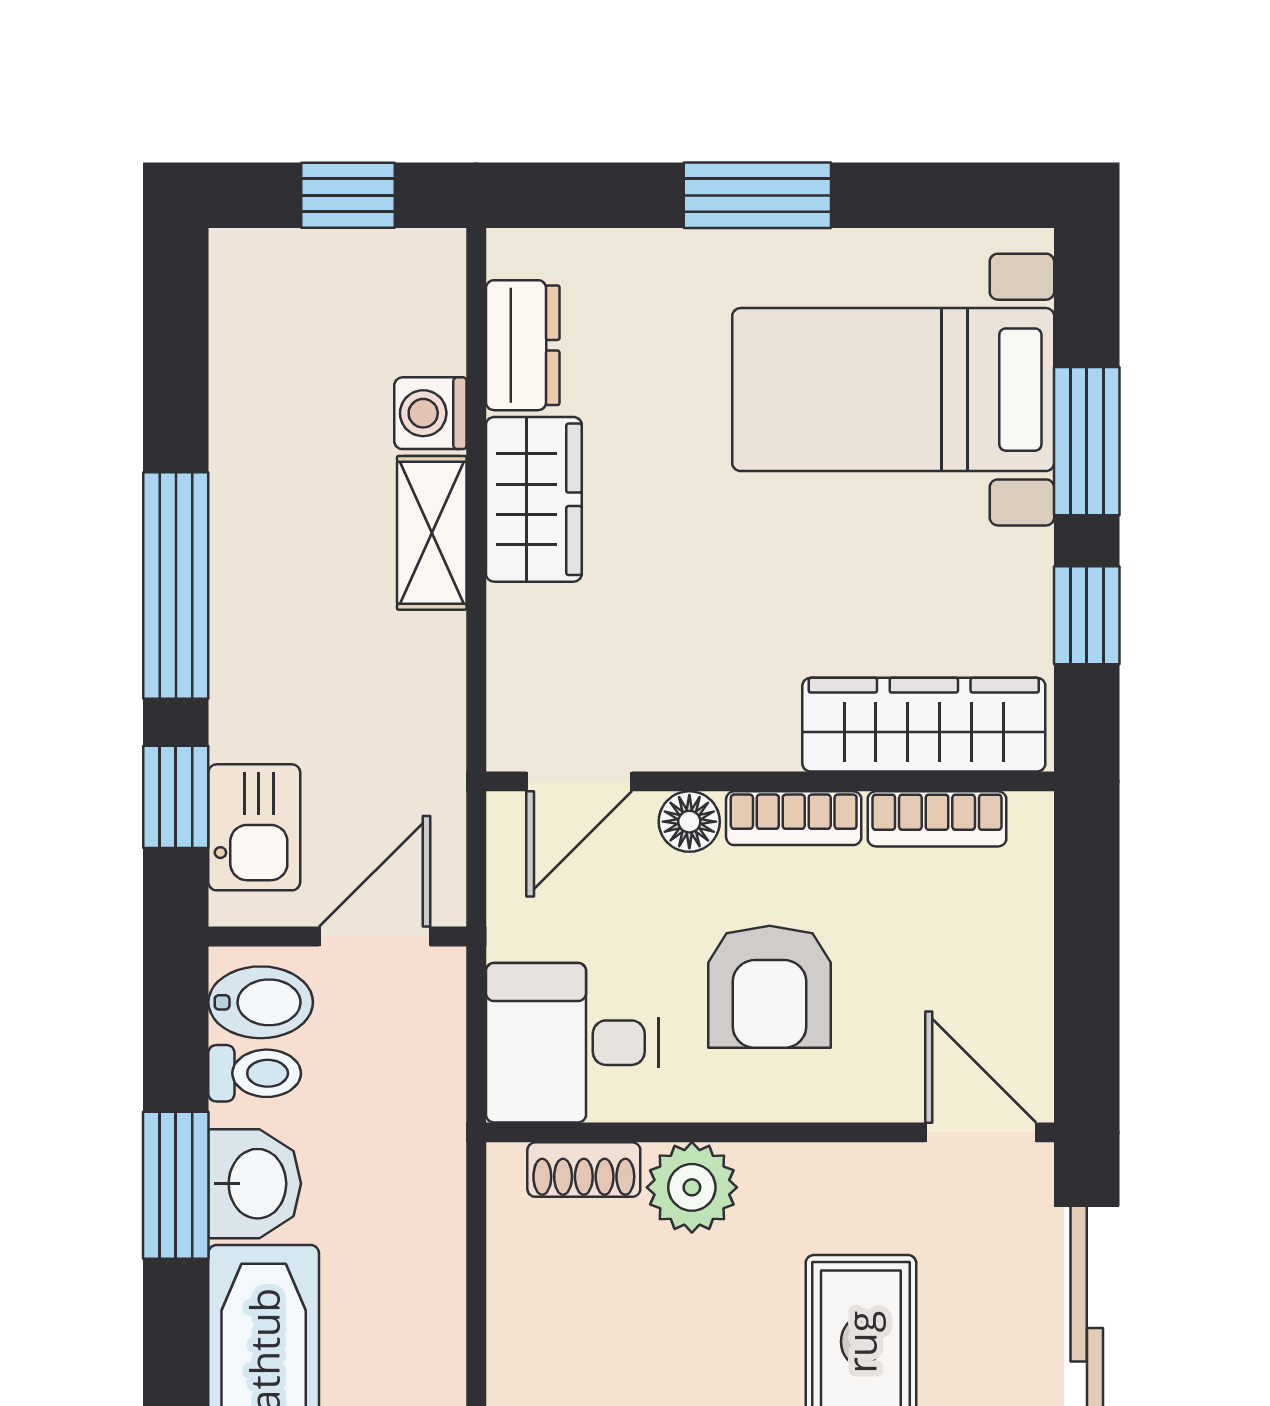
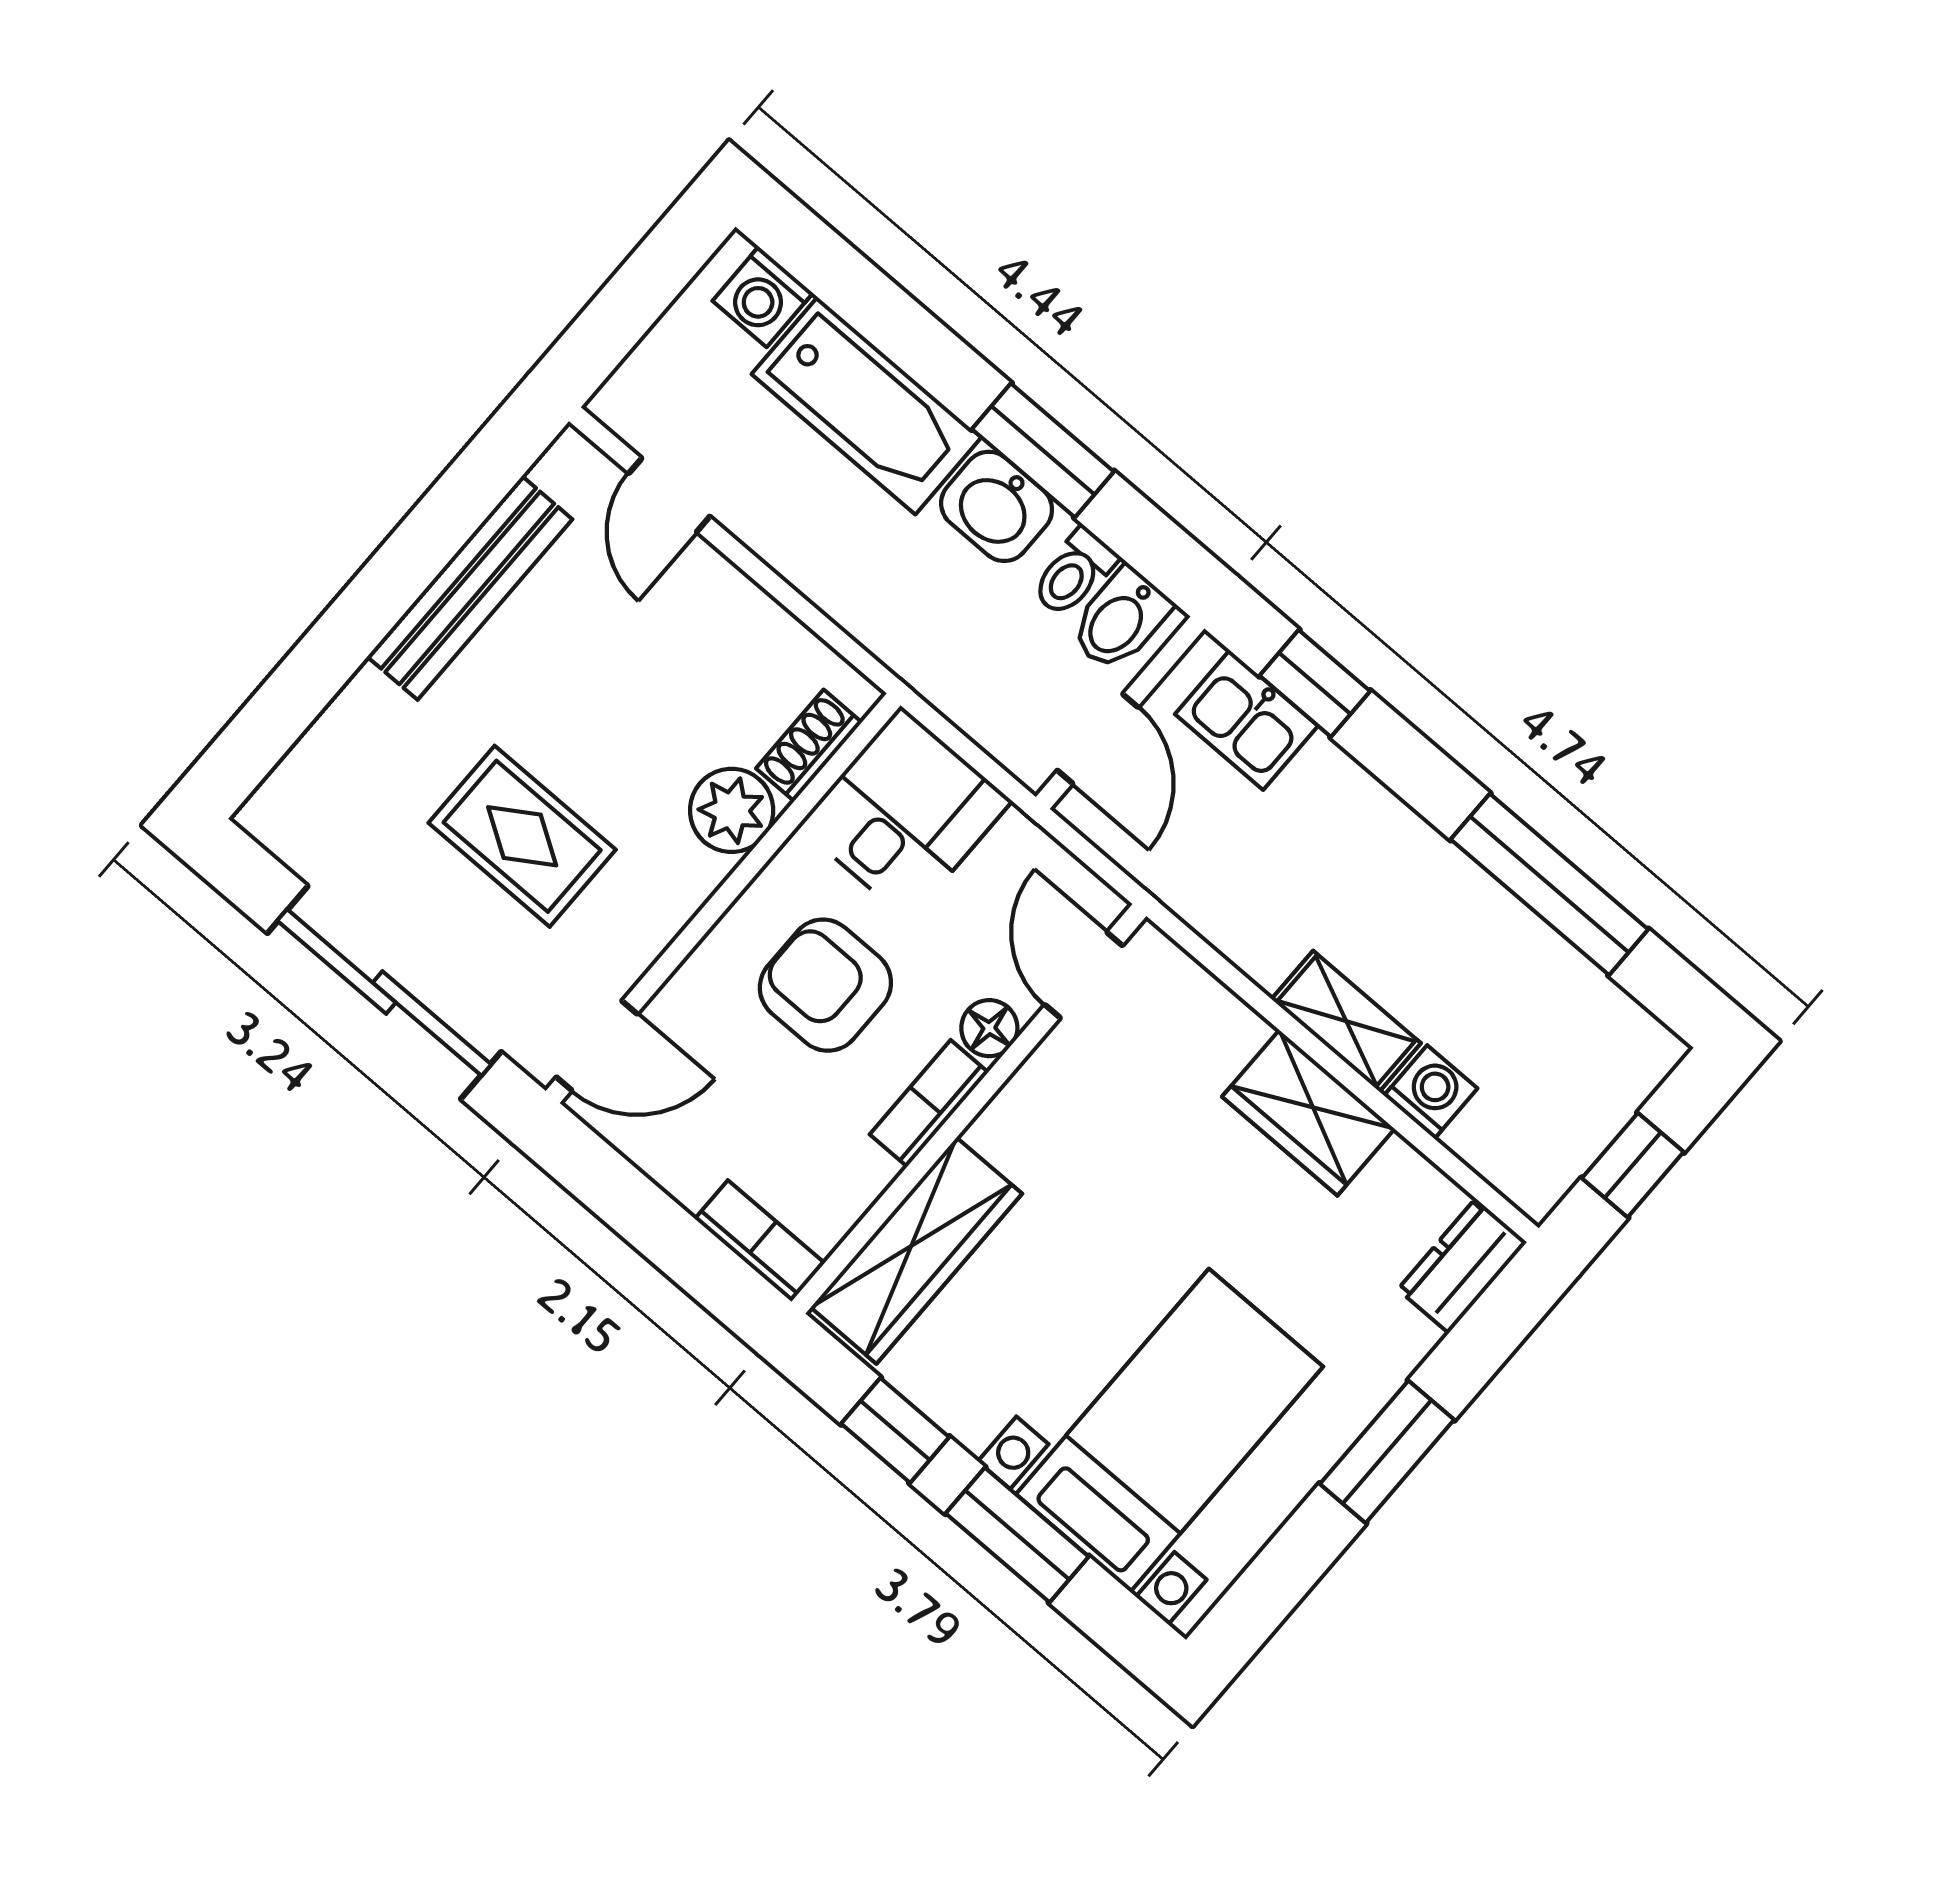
dresser: (523, 345) -> (1462, 1266), moved, turned 90
window: (176, 586) -> (1549, 884), moved
bookcase: (937, 819) -> (760, 1241), moved, turned 90

